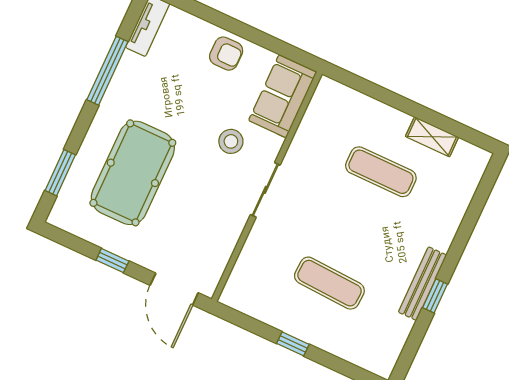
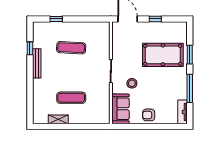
window: (60, 173) -> (190, 55), moved
pool table: (133, 173) -> (163, 55), turned 90
window: (435, 296) -> (30, 48), moved
window: (293, 344) -> (56, 19), moved

